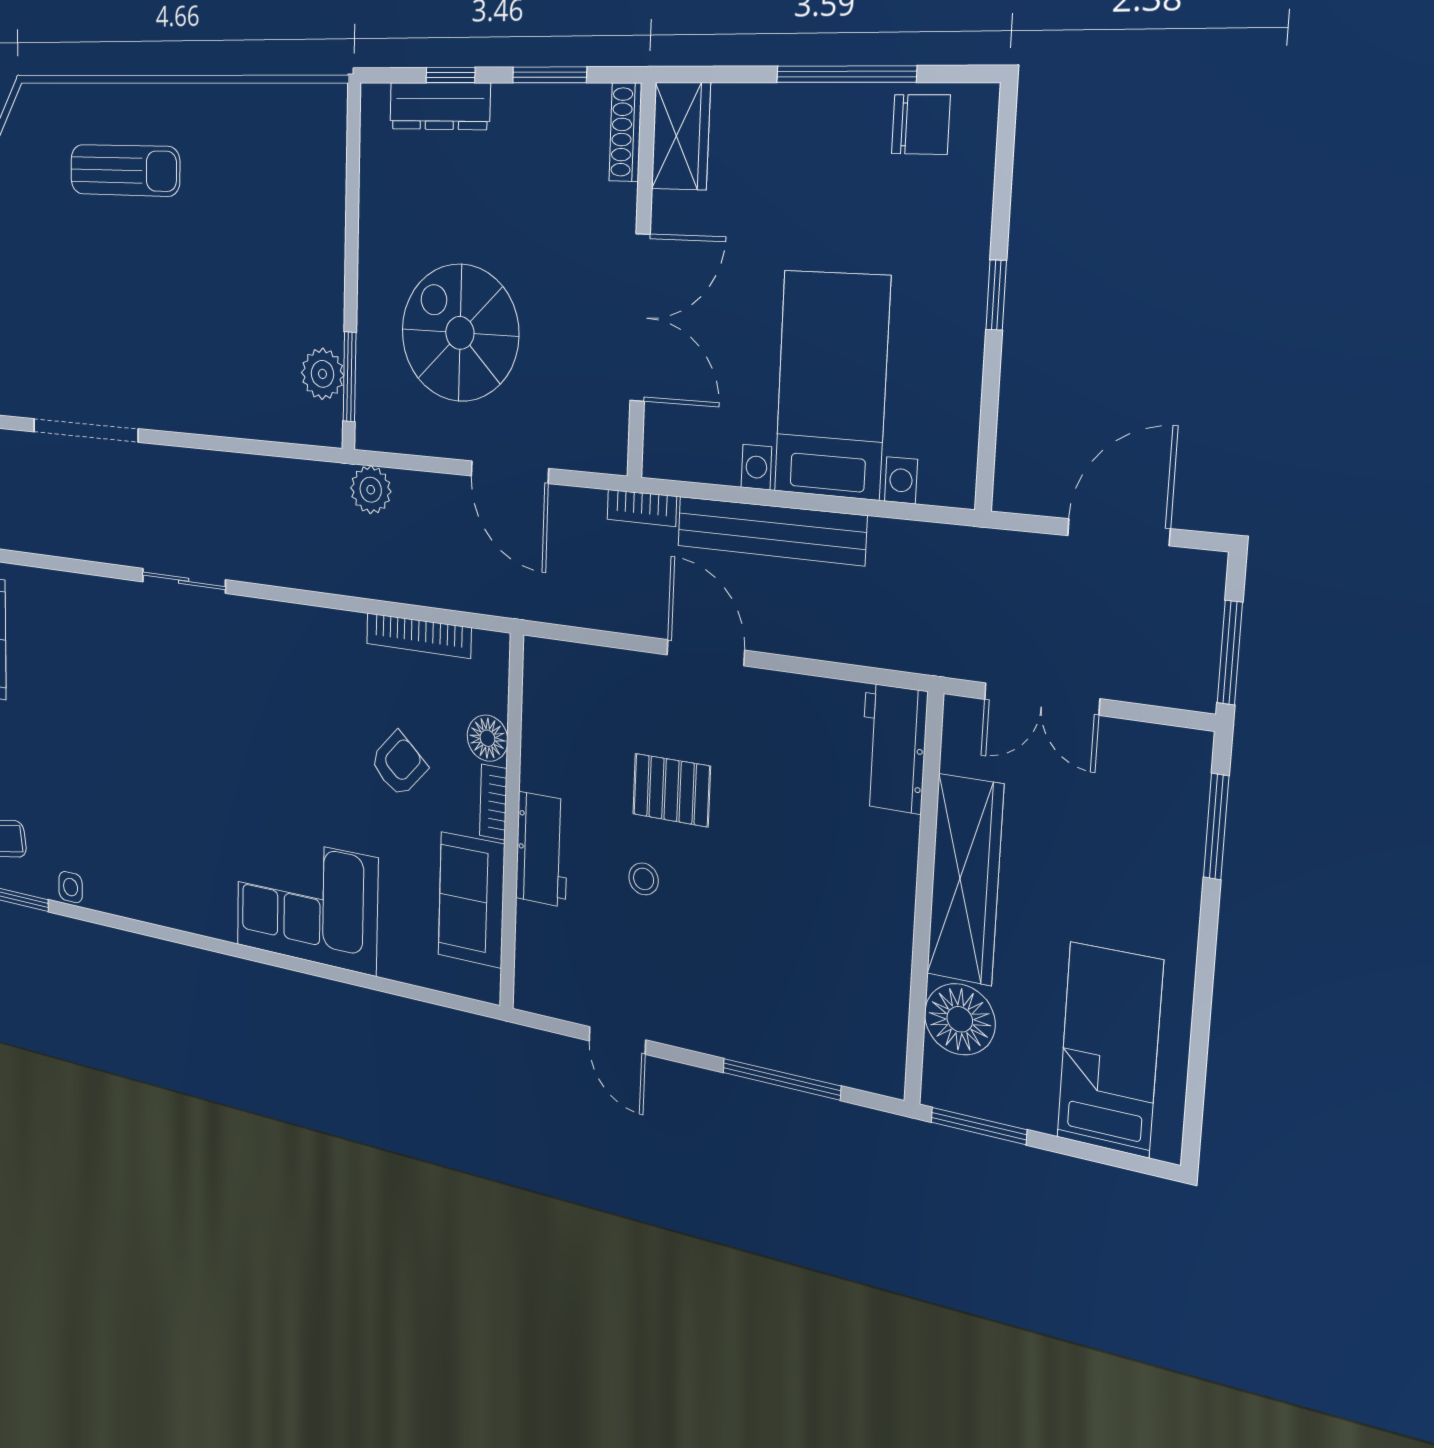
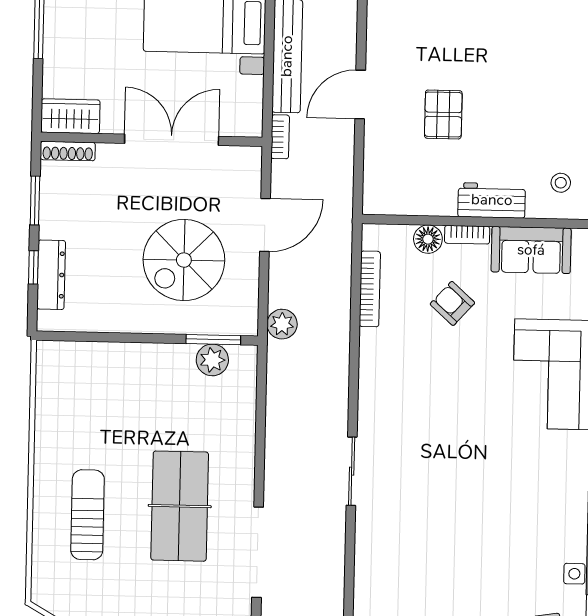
table tennis table: (138, 314) -> (180, 506), added
stool: (644, 879) -> (561, 183), moved

